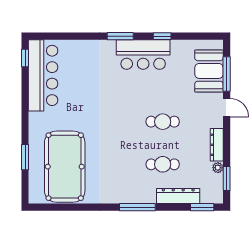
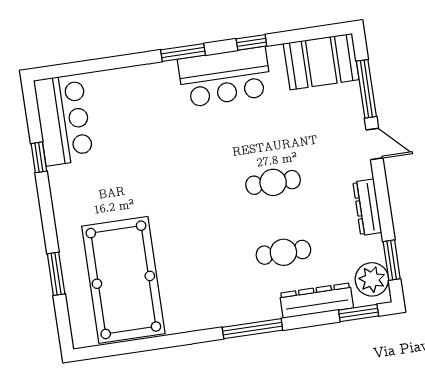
window: (25, 58) -> (39, 157), moved
booth: (209, 71) -> (321, 62), moved, turned 90
bar counter: (43, 75) -> (64, 120), width x0.73
plant: (218, 168) -> (372, 279), moved, width x1.88, depth x1.88

